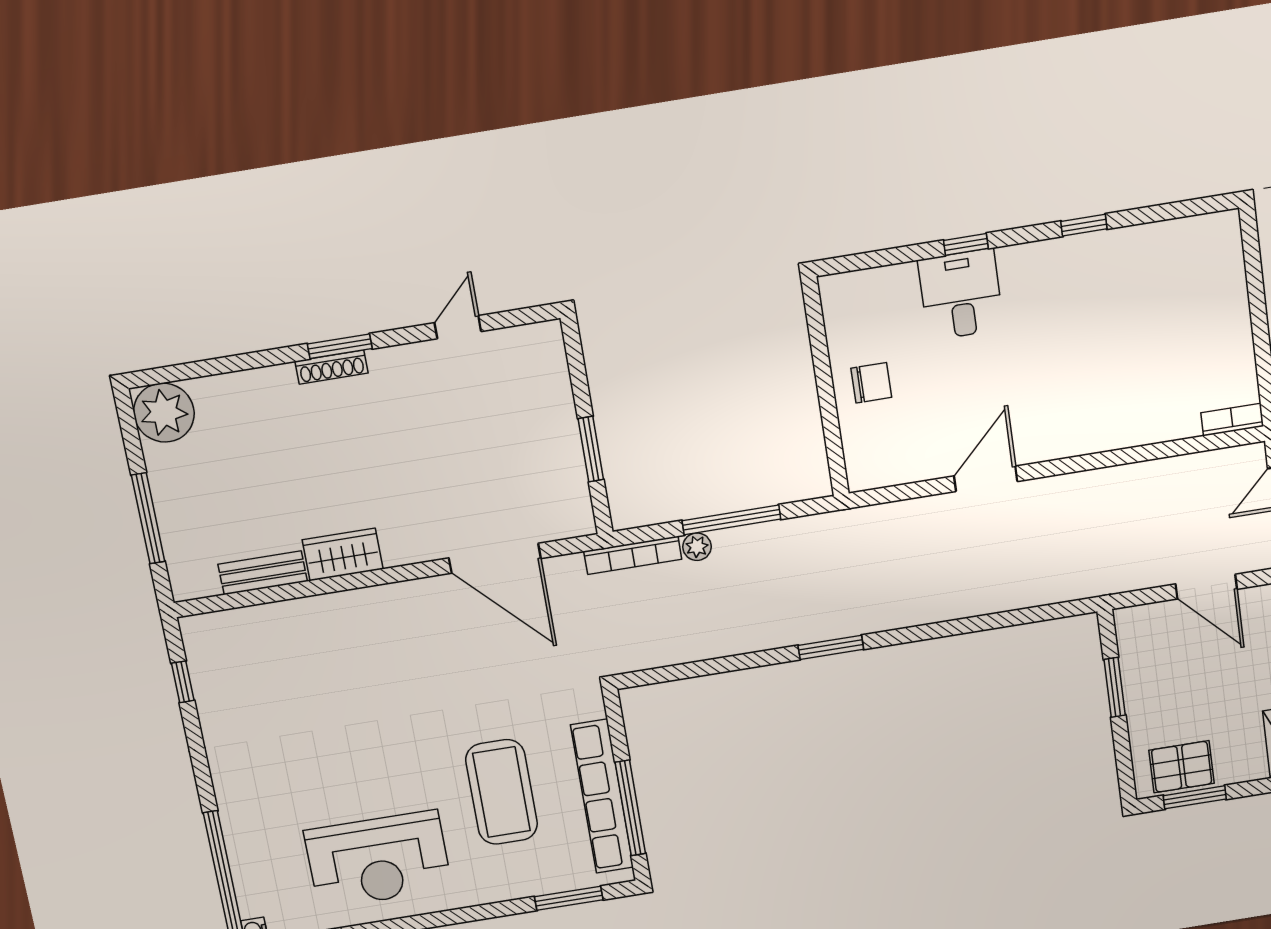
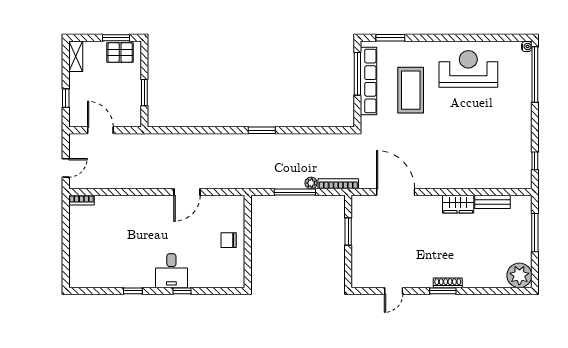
desk: (961, 295) -> (171, 271), moved

